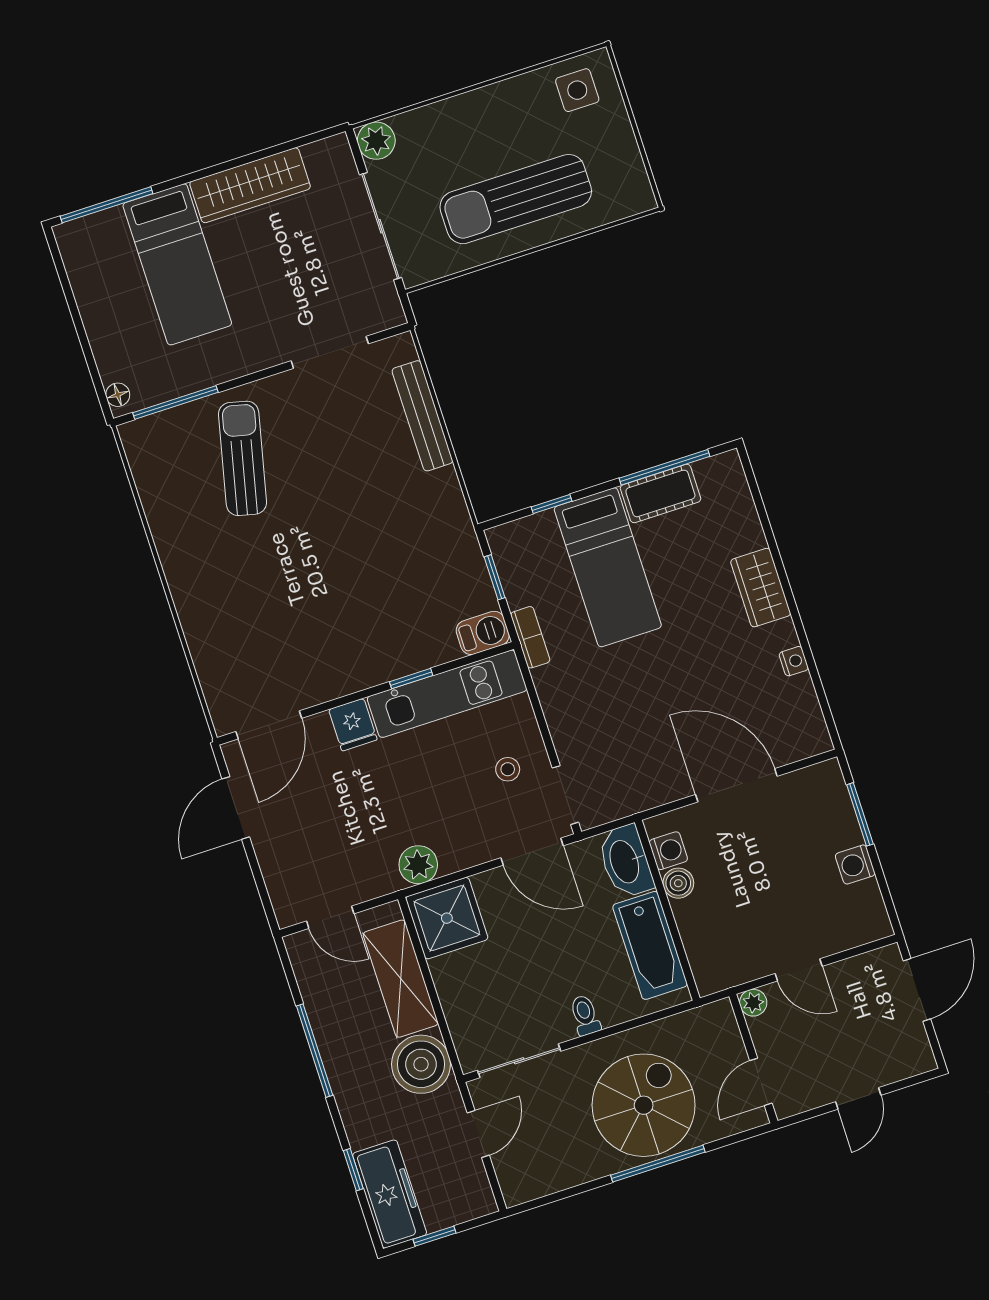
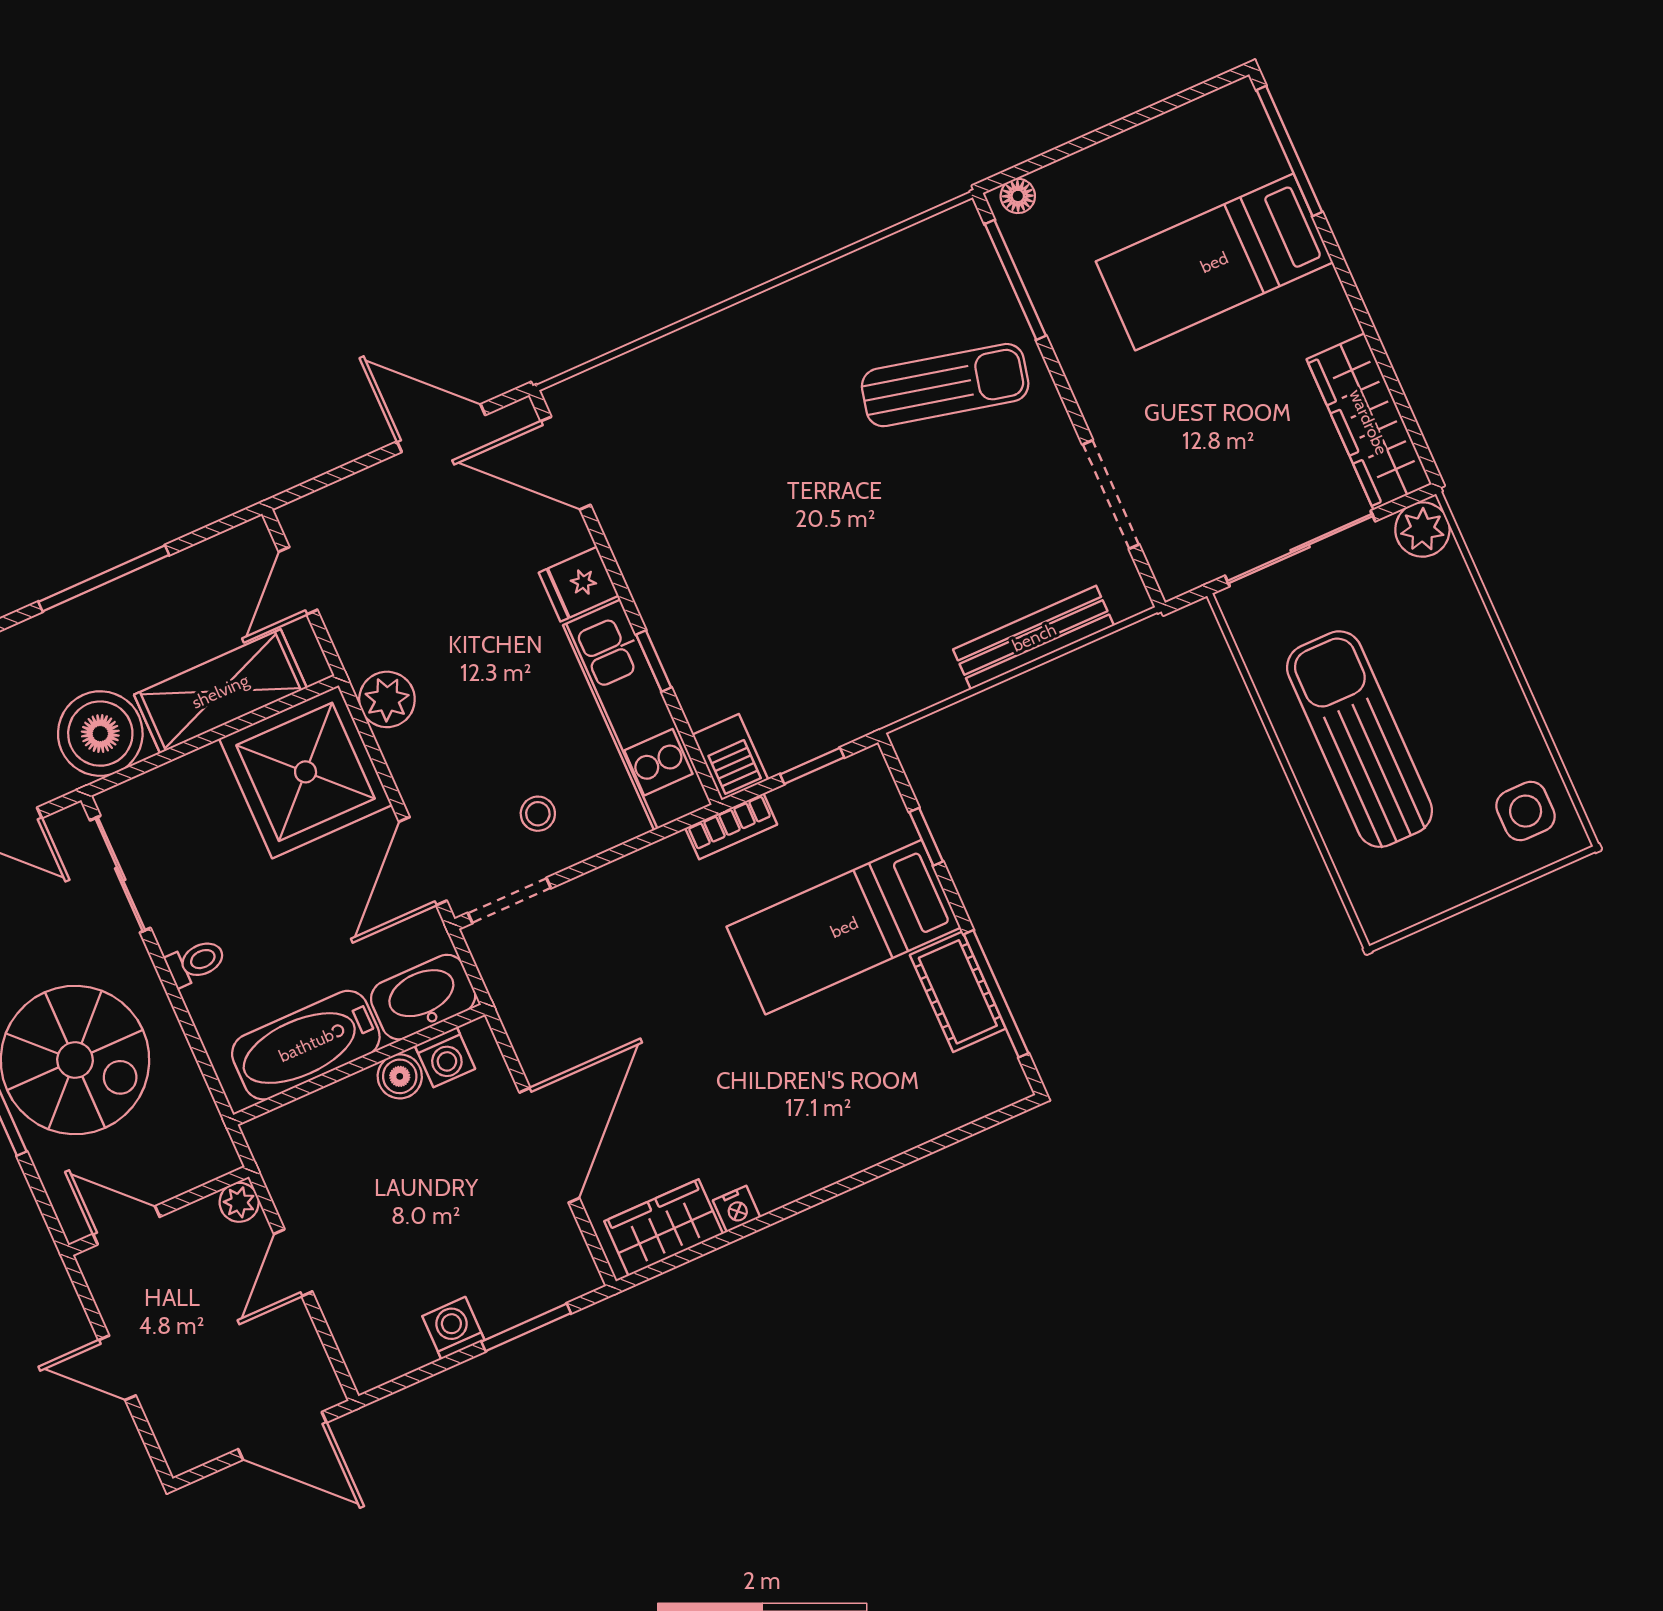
wardrobe: (250, 185) -> (1369, 422), moved
wardrobe: (761, 588) -> (664, 1228), moved
shower: (447, 918) -> (306, 772), width x1.37, depth x1.37

